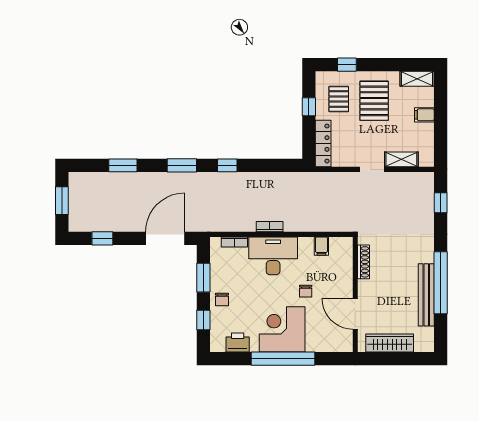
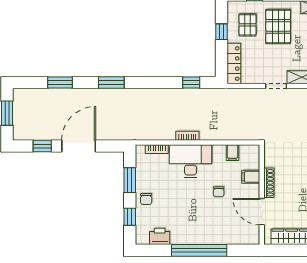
window: (227, 165) -> (191, 82), moved
door: (165, 238) -> (79, 146), moved
shoe rack: (363, 262) -> (269, 183), moved
filing cabinet: (343, 274) -> (251, 177), added
corner desk: (282, 329) -> (198, 225), removed

